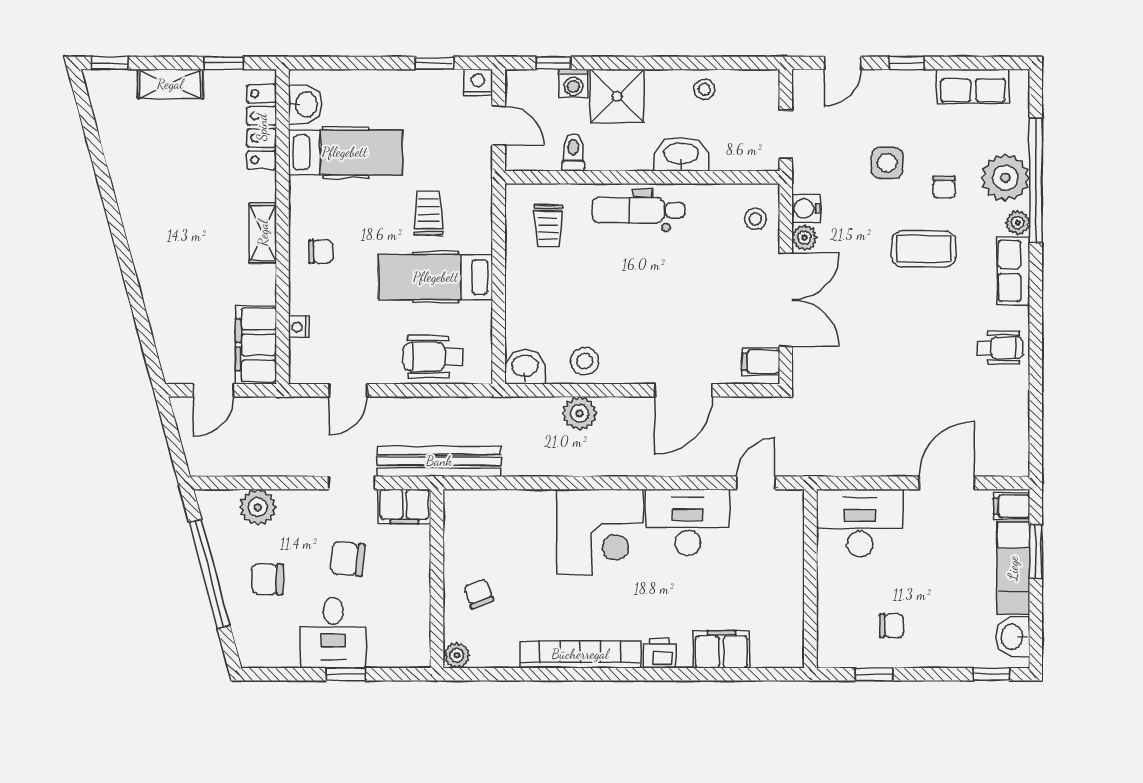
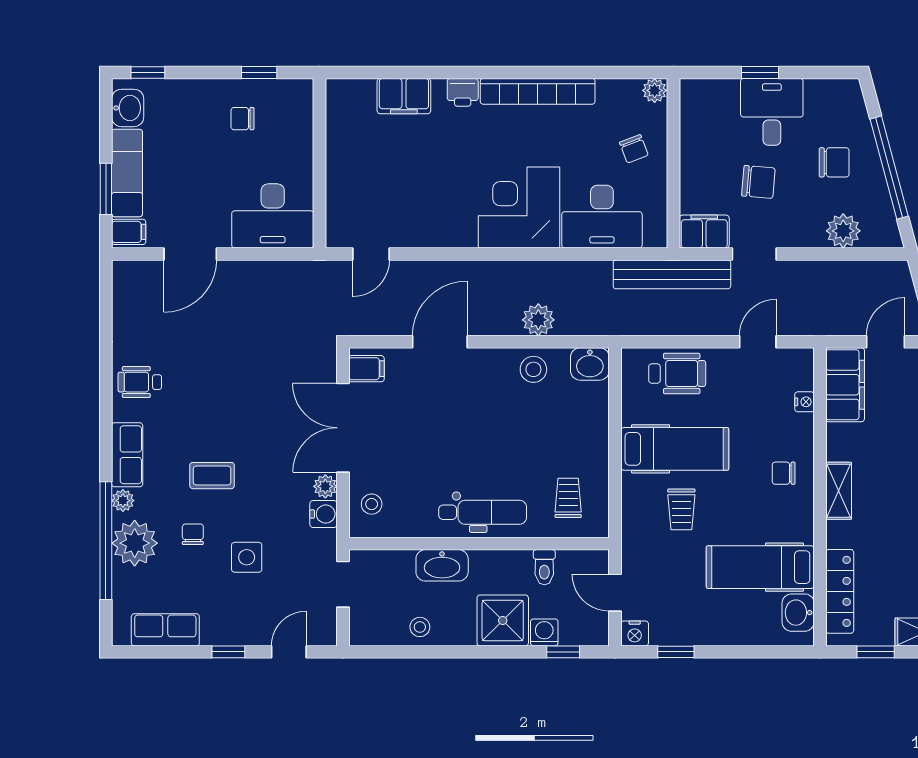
coffee table: (924, 249) -> (212, 476), width x0.73, depth x0.77
desk: (688, 522) -> (602, 217), moved

